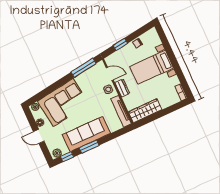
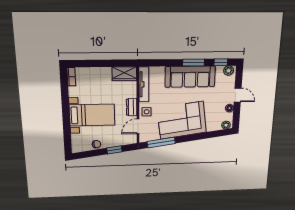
door: (110, 74) -> (138, 126), hinge flipped
corner sofa: (63, 102) -> (182, 120), moved
wardrobe: (145, 111) -> (124, 74), width x0.67

